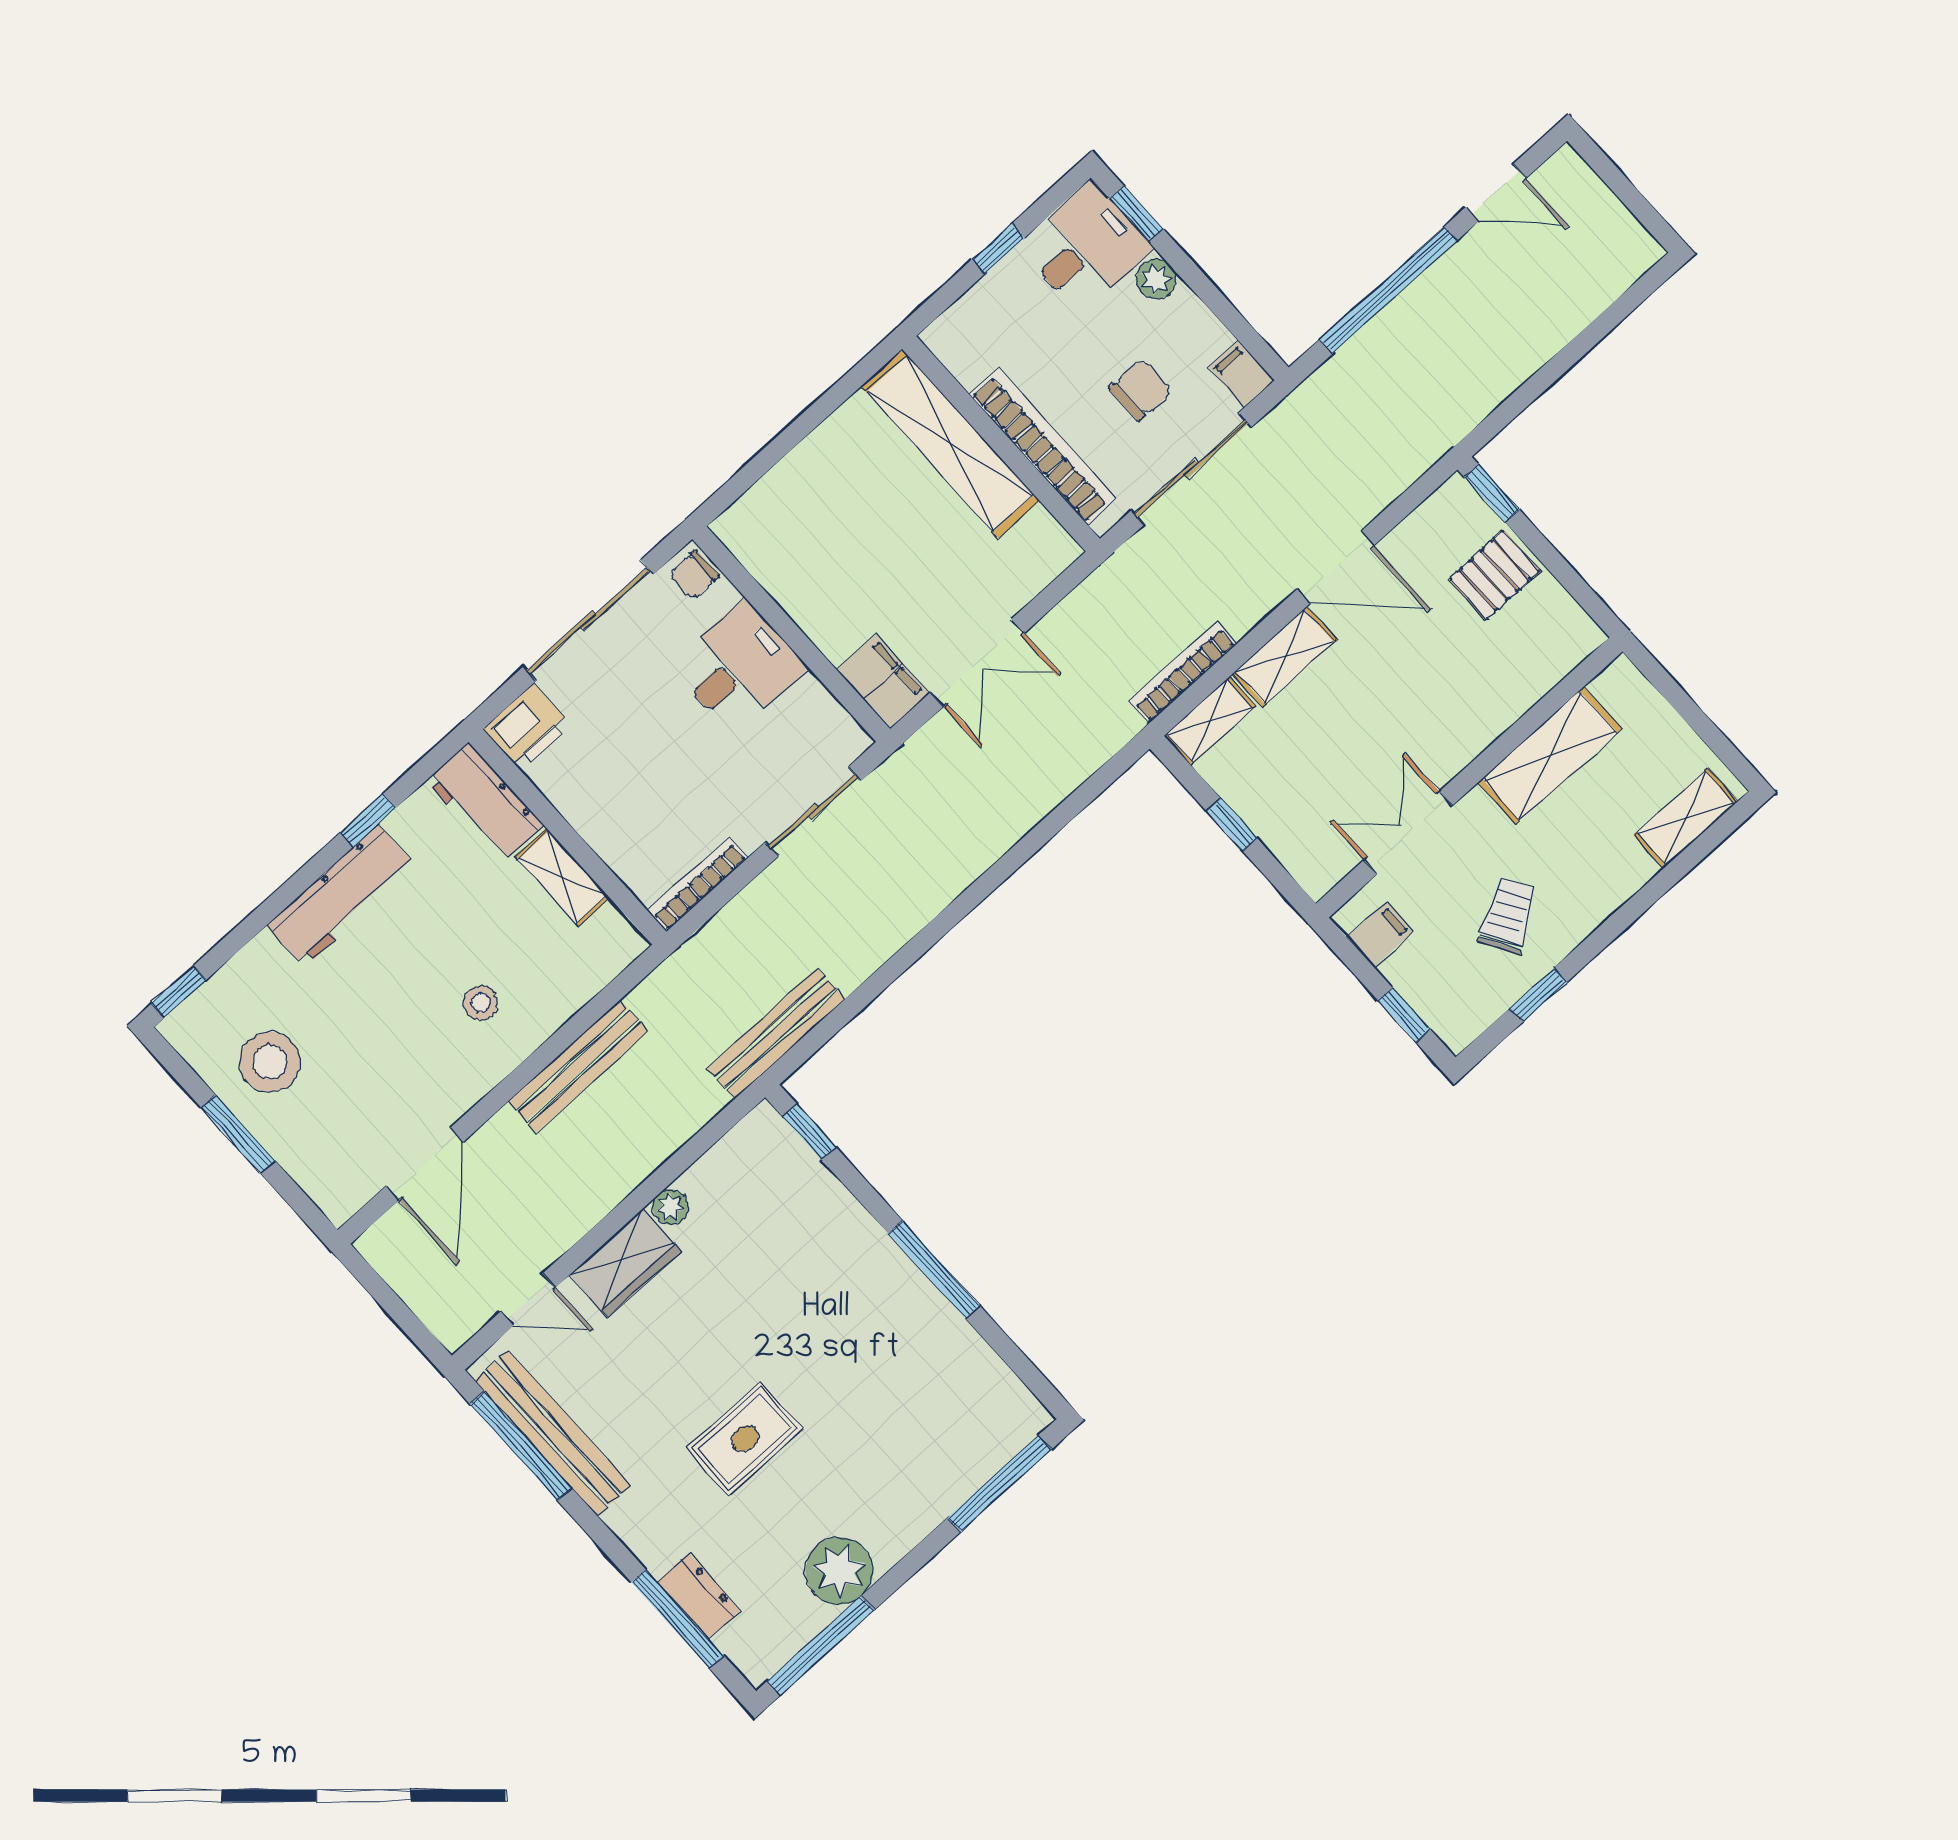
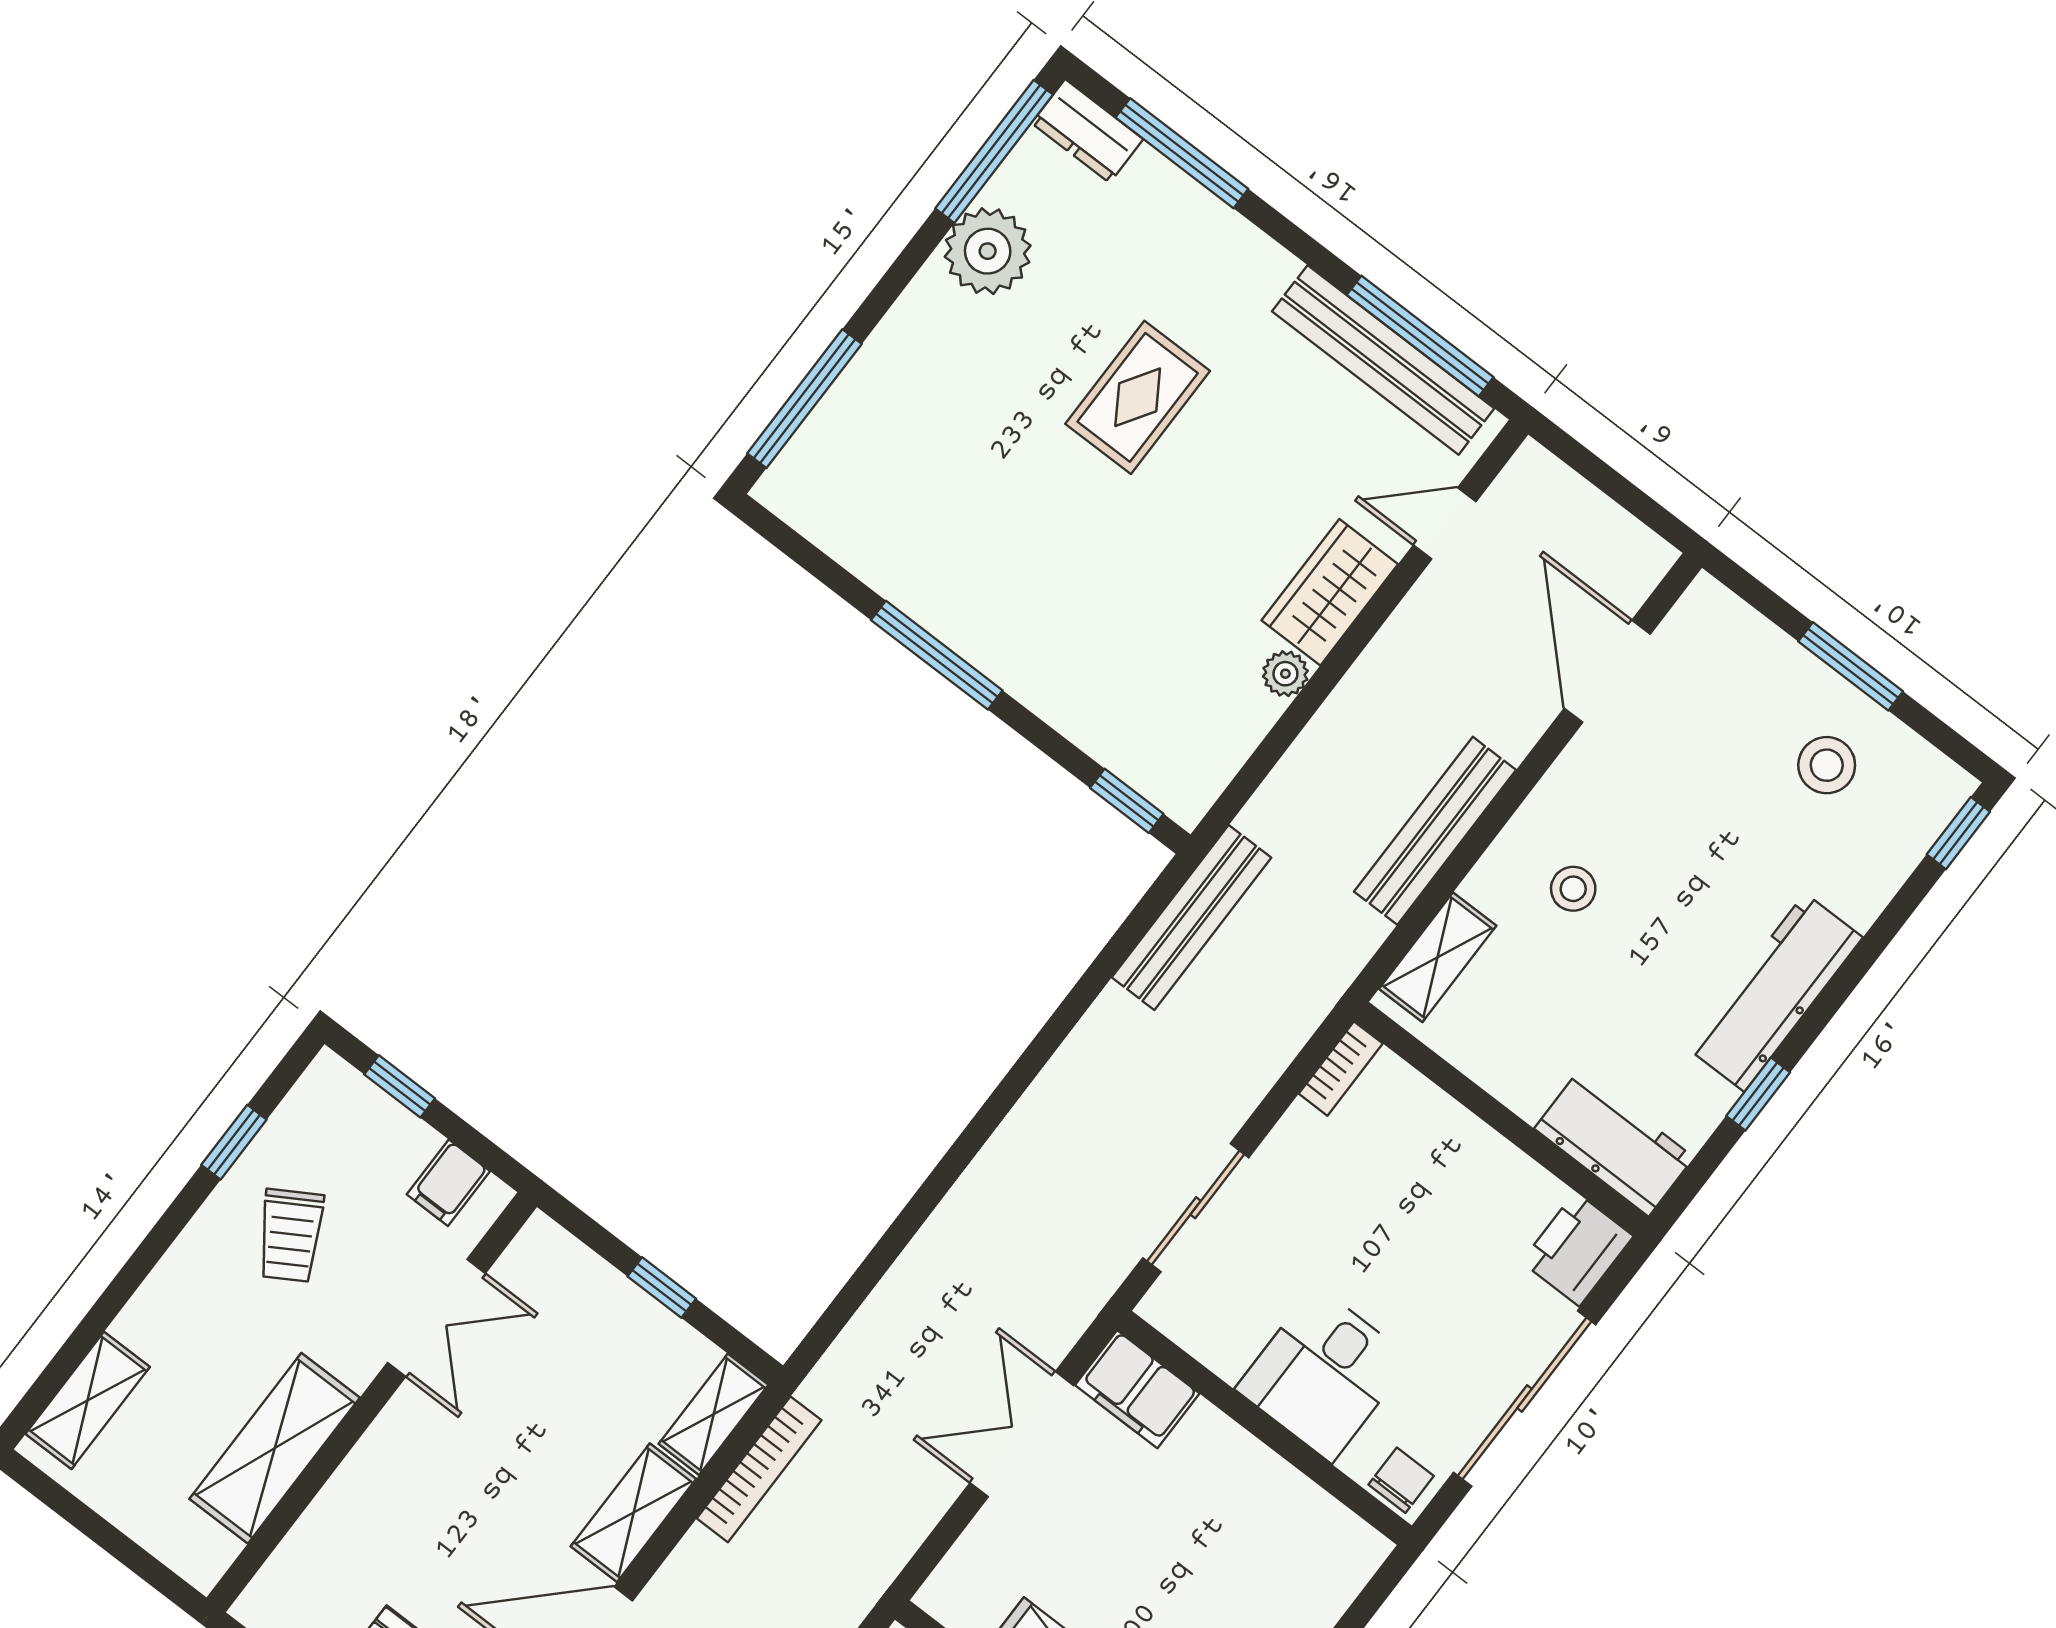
shelving: (562, 877) -> (1438, 957), moved, turned 90
bookcase: (698, 884) -> (1341, 1069), width x0.64
stool: (270, 1062) -> (1827, 765), width x0.73, depth x0.73
dresser: (699, 1596) -> (1087, 131), moved

